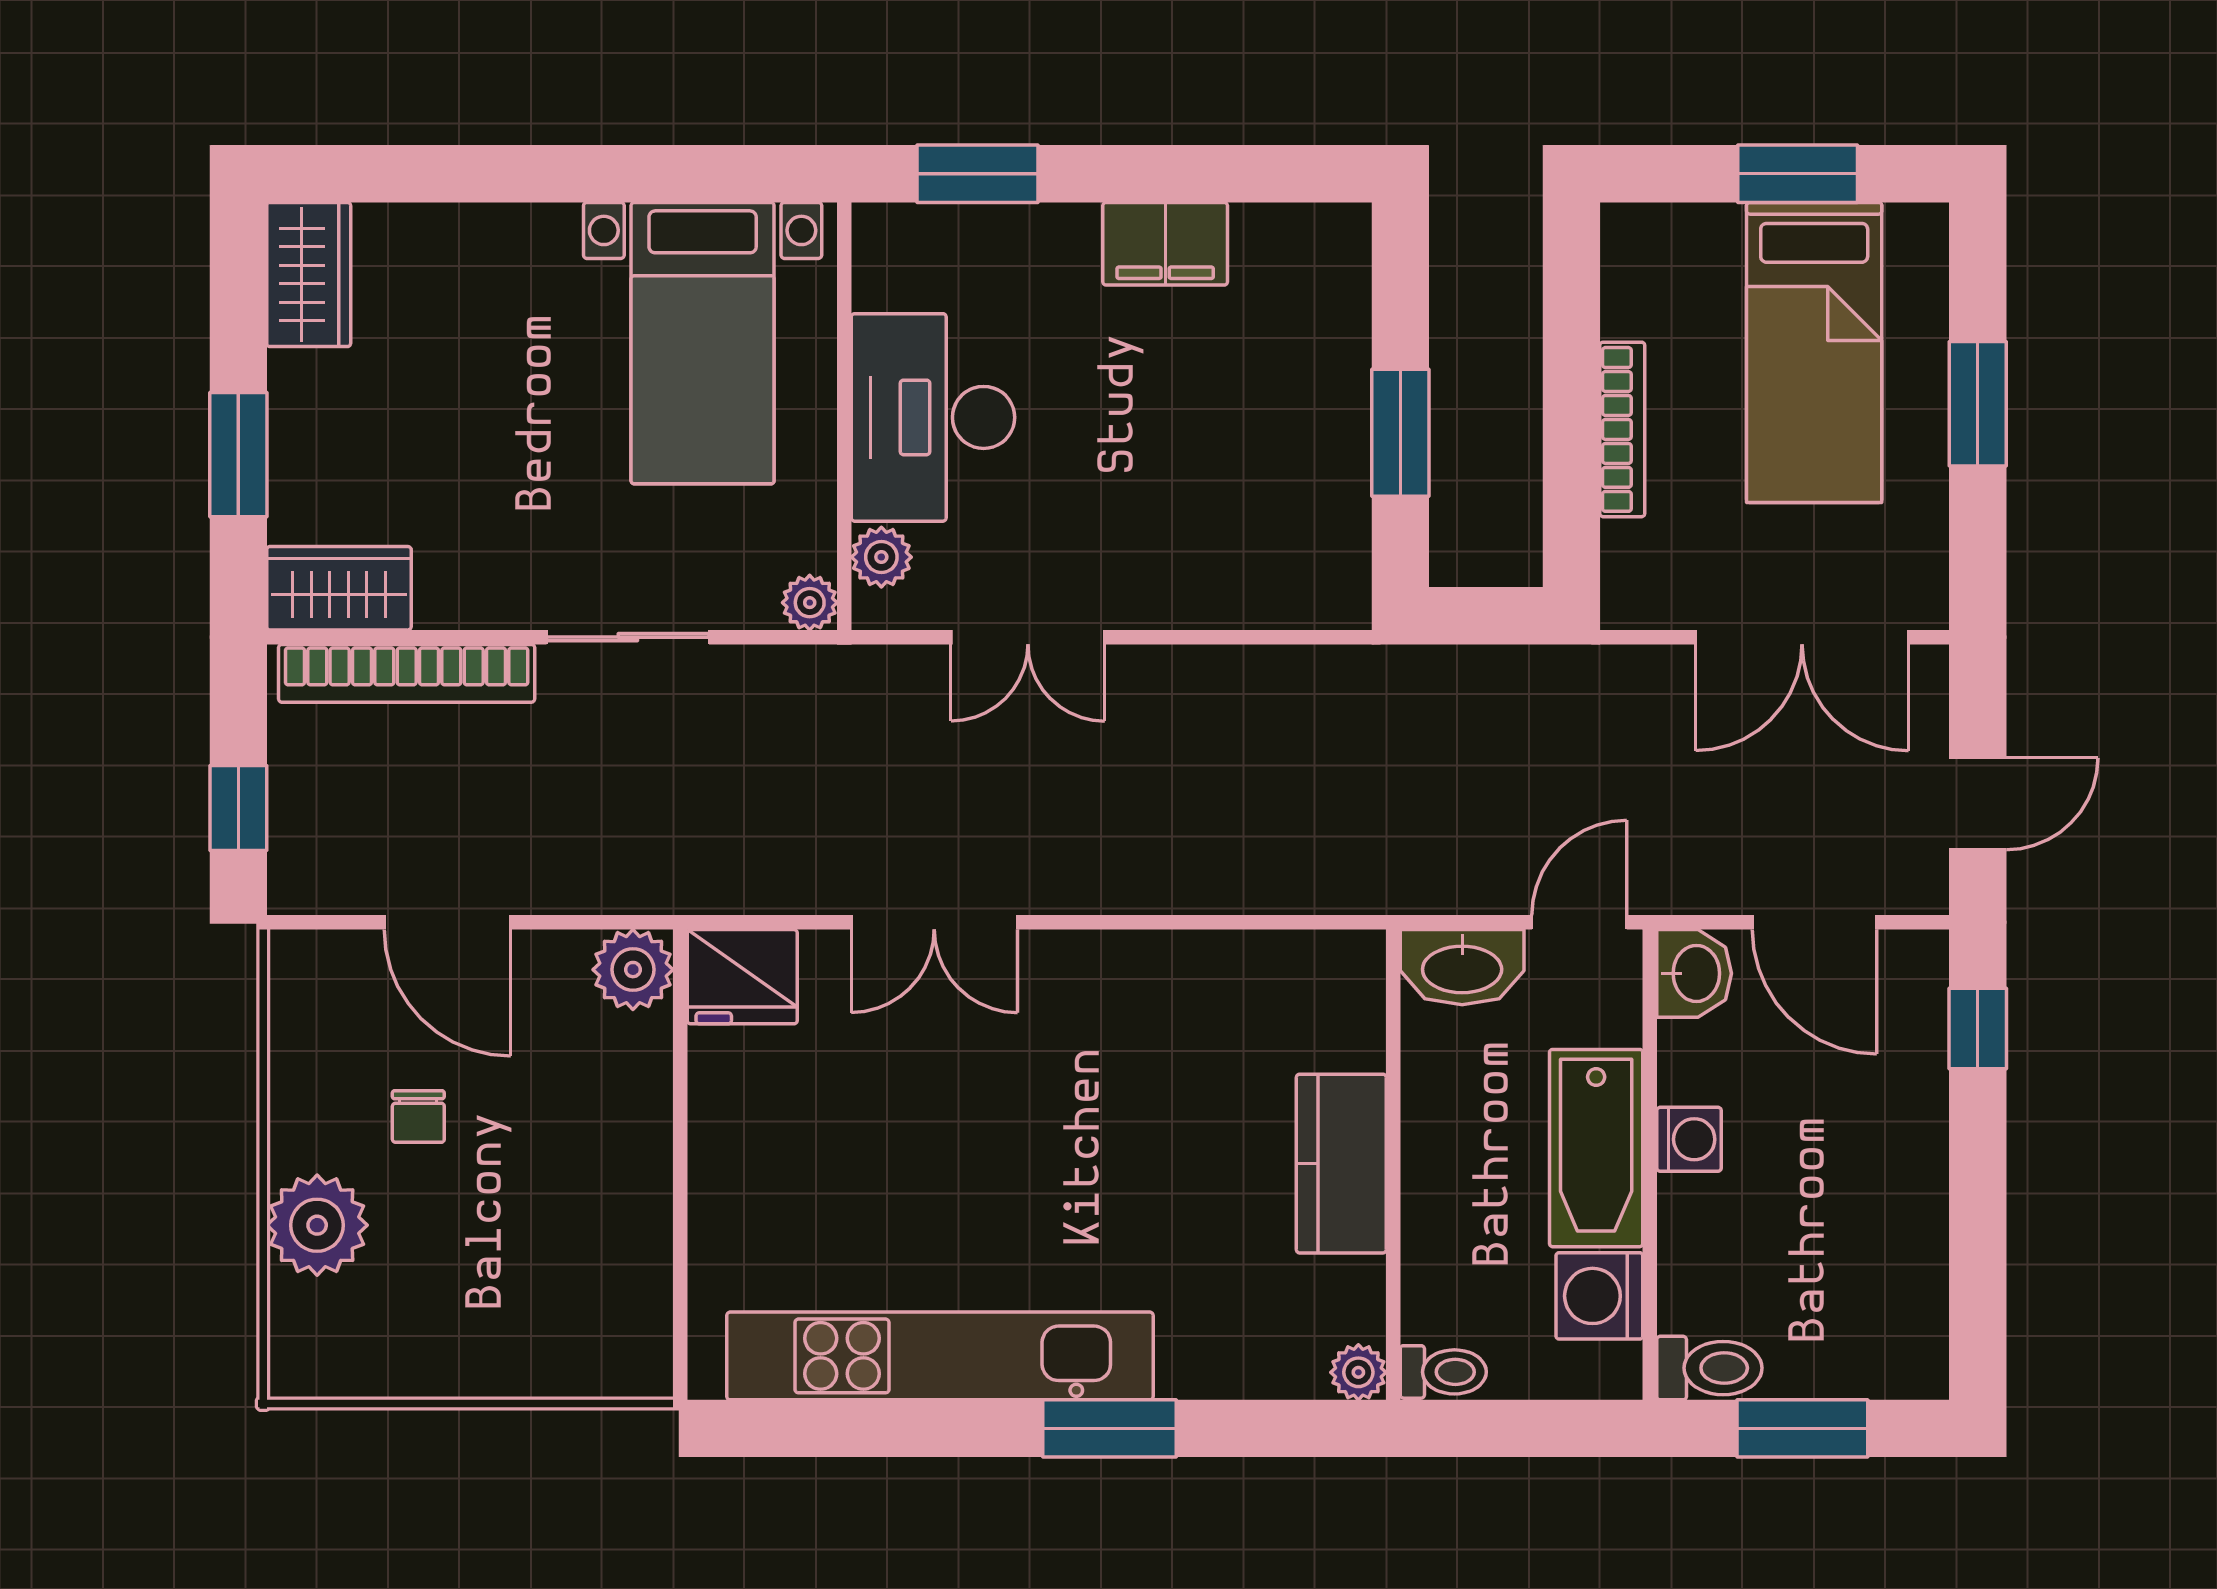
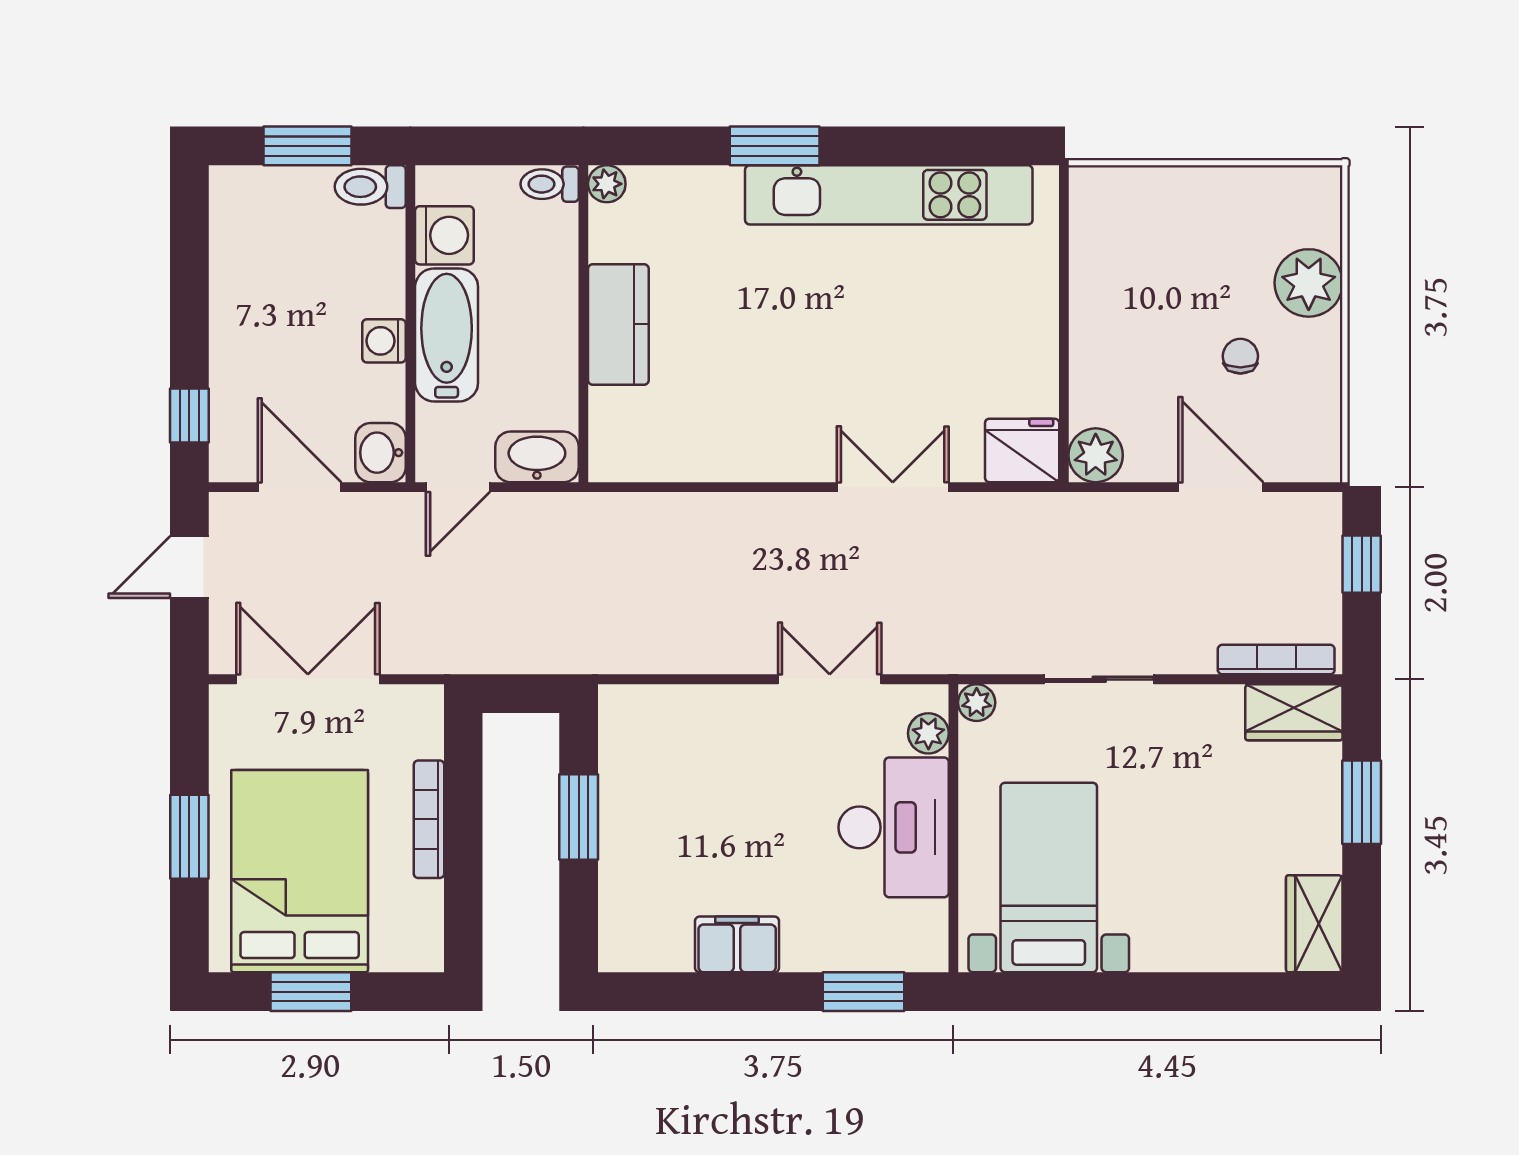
bed: (1814, 352) -> (300, 871), width x1.50
bookcase: (407, 673) -> (1276, 660), width x0.68, depth x0.76

